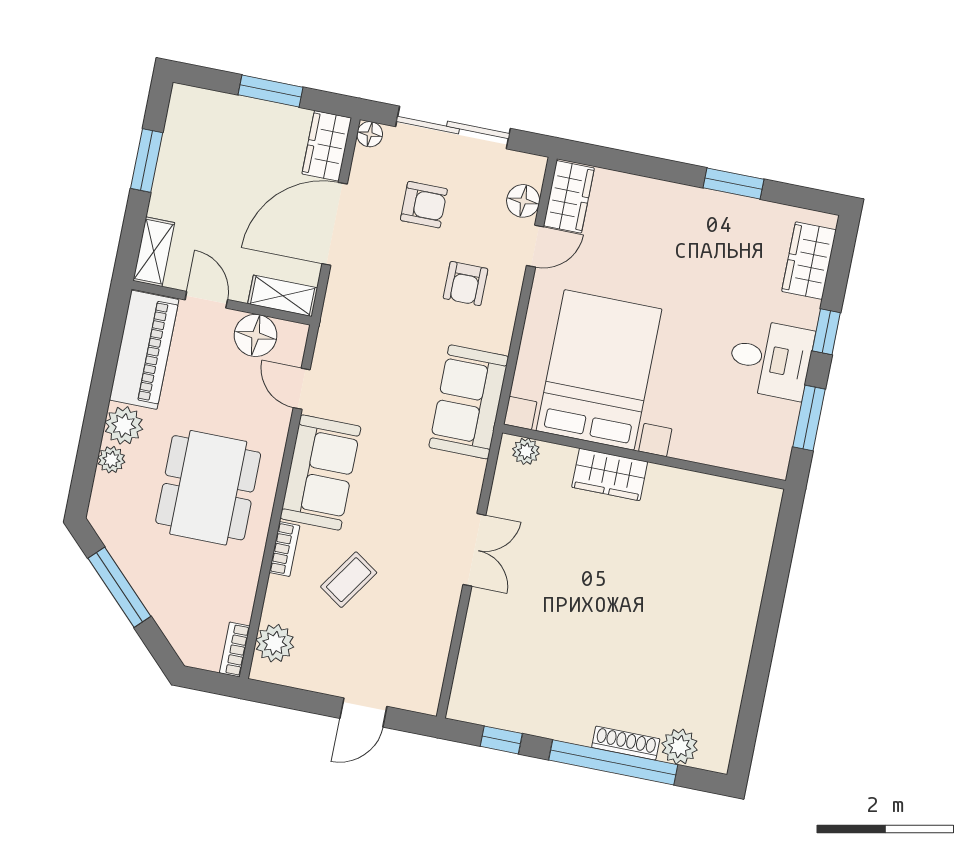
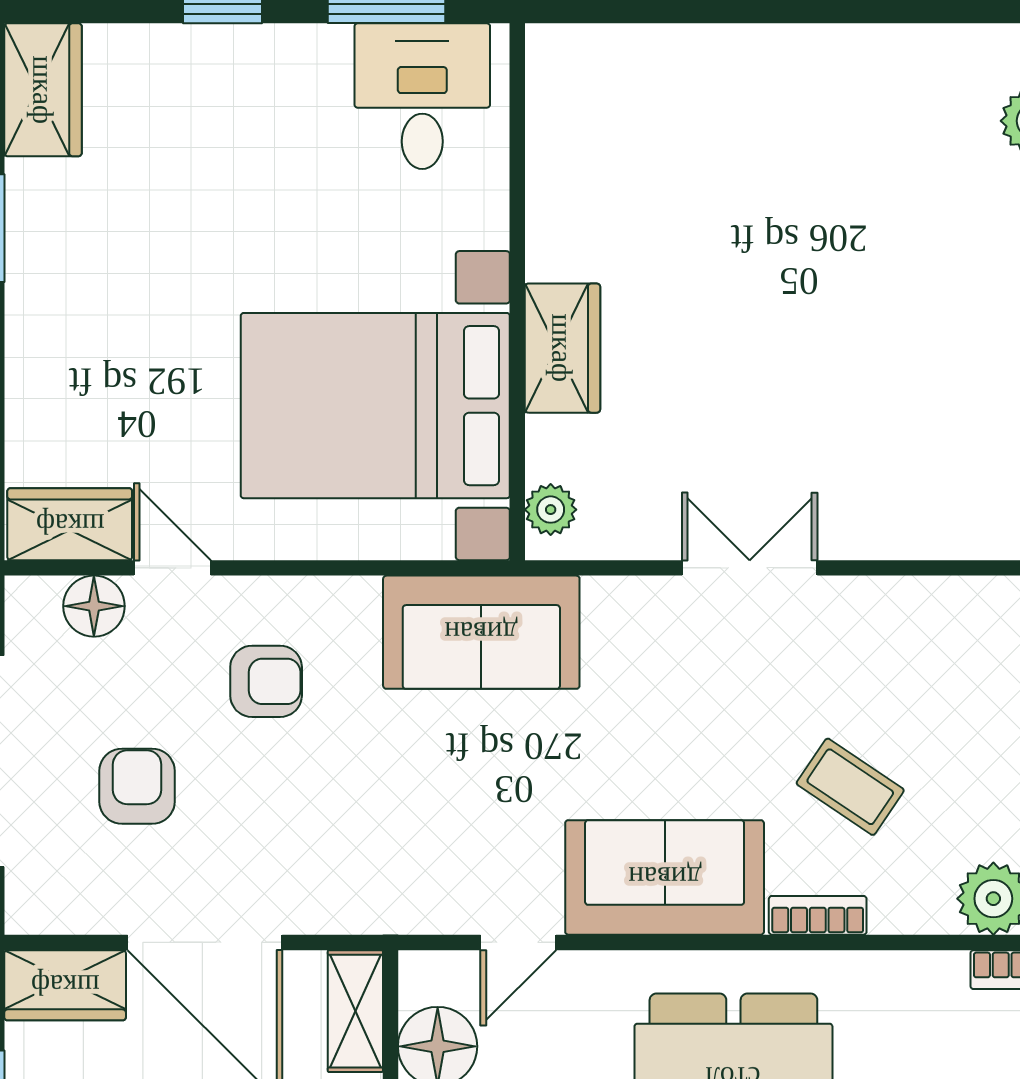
floor lamp: (370, 134) -> (28, 911), removed
wardrobe: (809, 261) -> (43, 90), moved, turned -90
desk: (771, 359) -> (422, 96), moved

